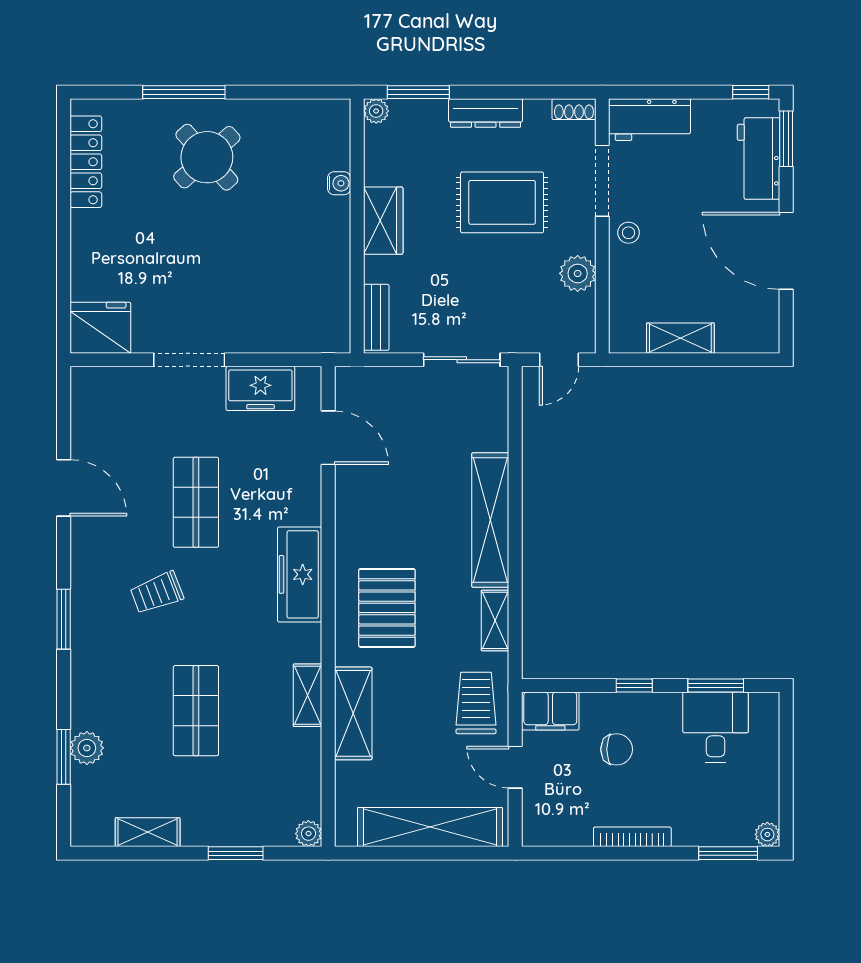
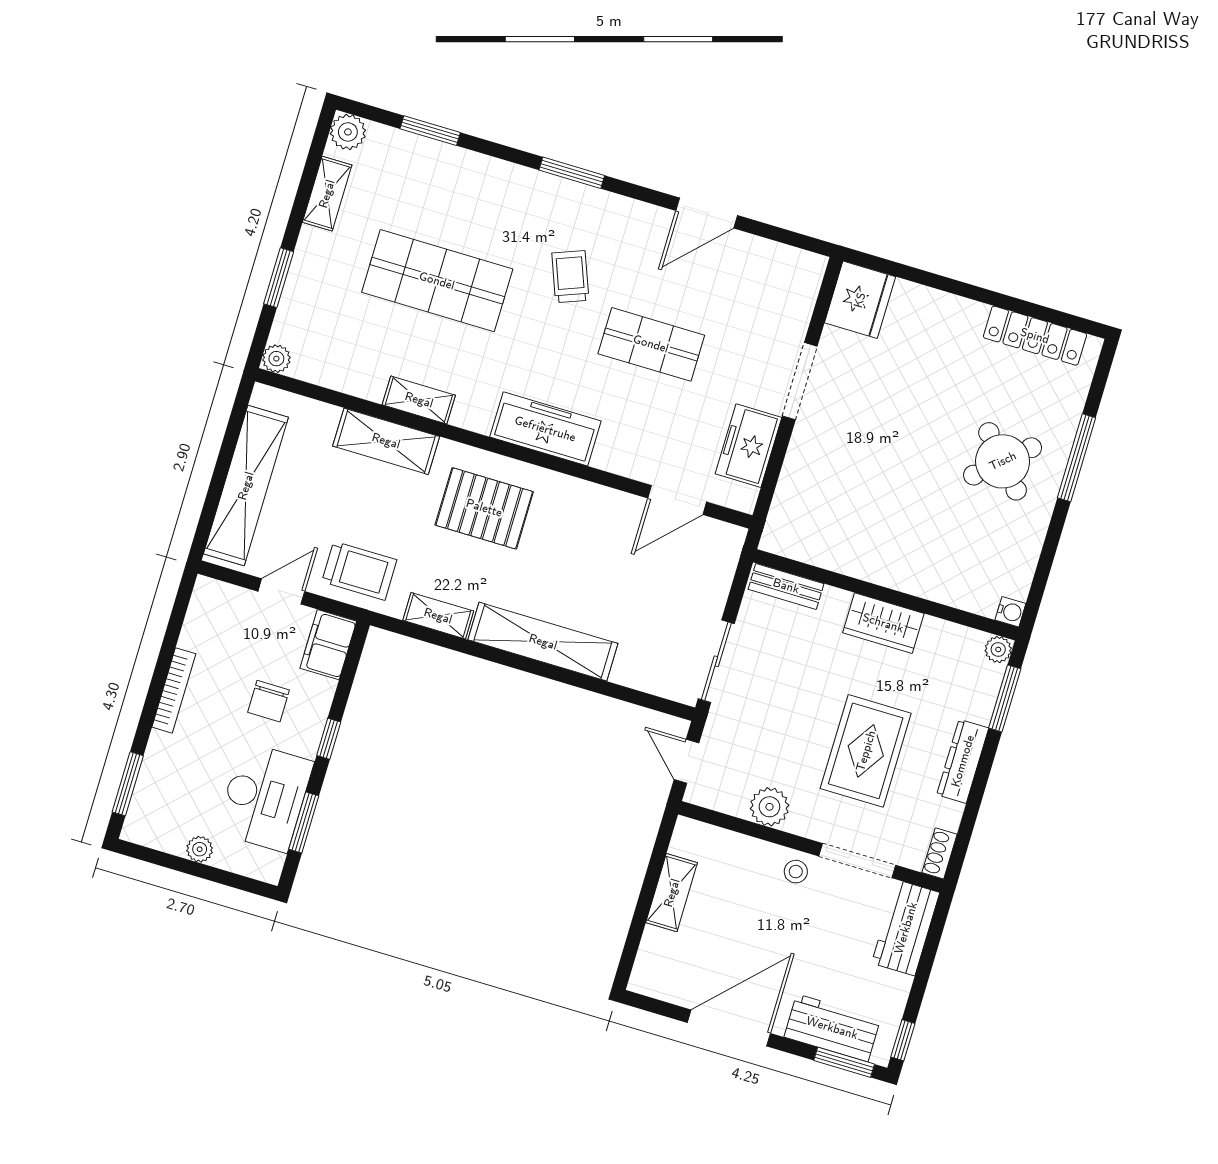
water cooler: (339, 183) -> (1010, 612), moved, turned -90
shop shelf: (196, 711) -> (437, 281), width x1.43, depth x1.36
desk: (716, 727) -> (265, 797), width x1.37
plant: (87, 748) -> (348, 132), moved
plant: (767, 834) -> (200, 849), moved

